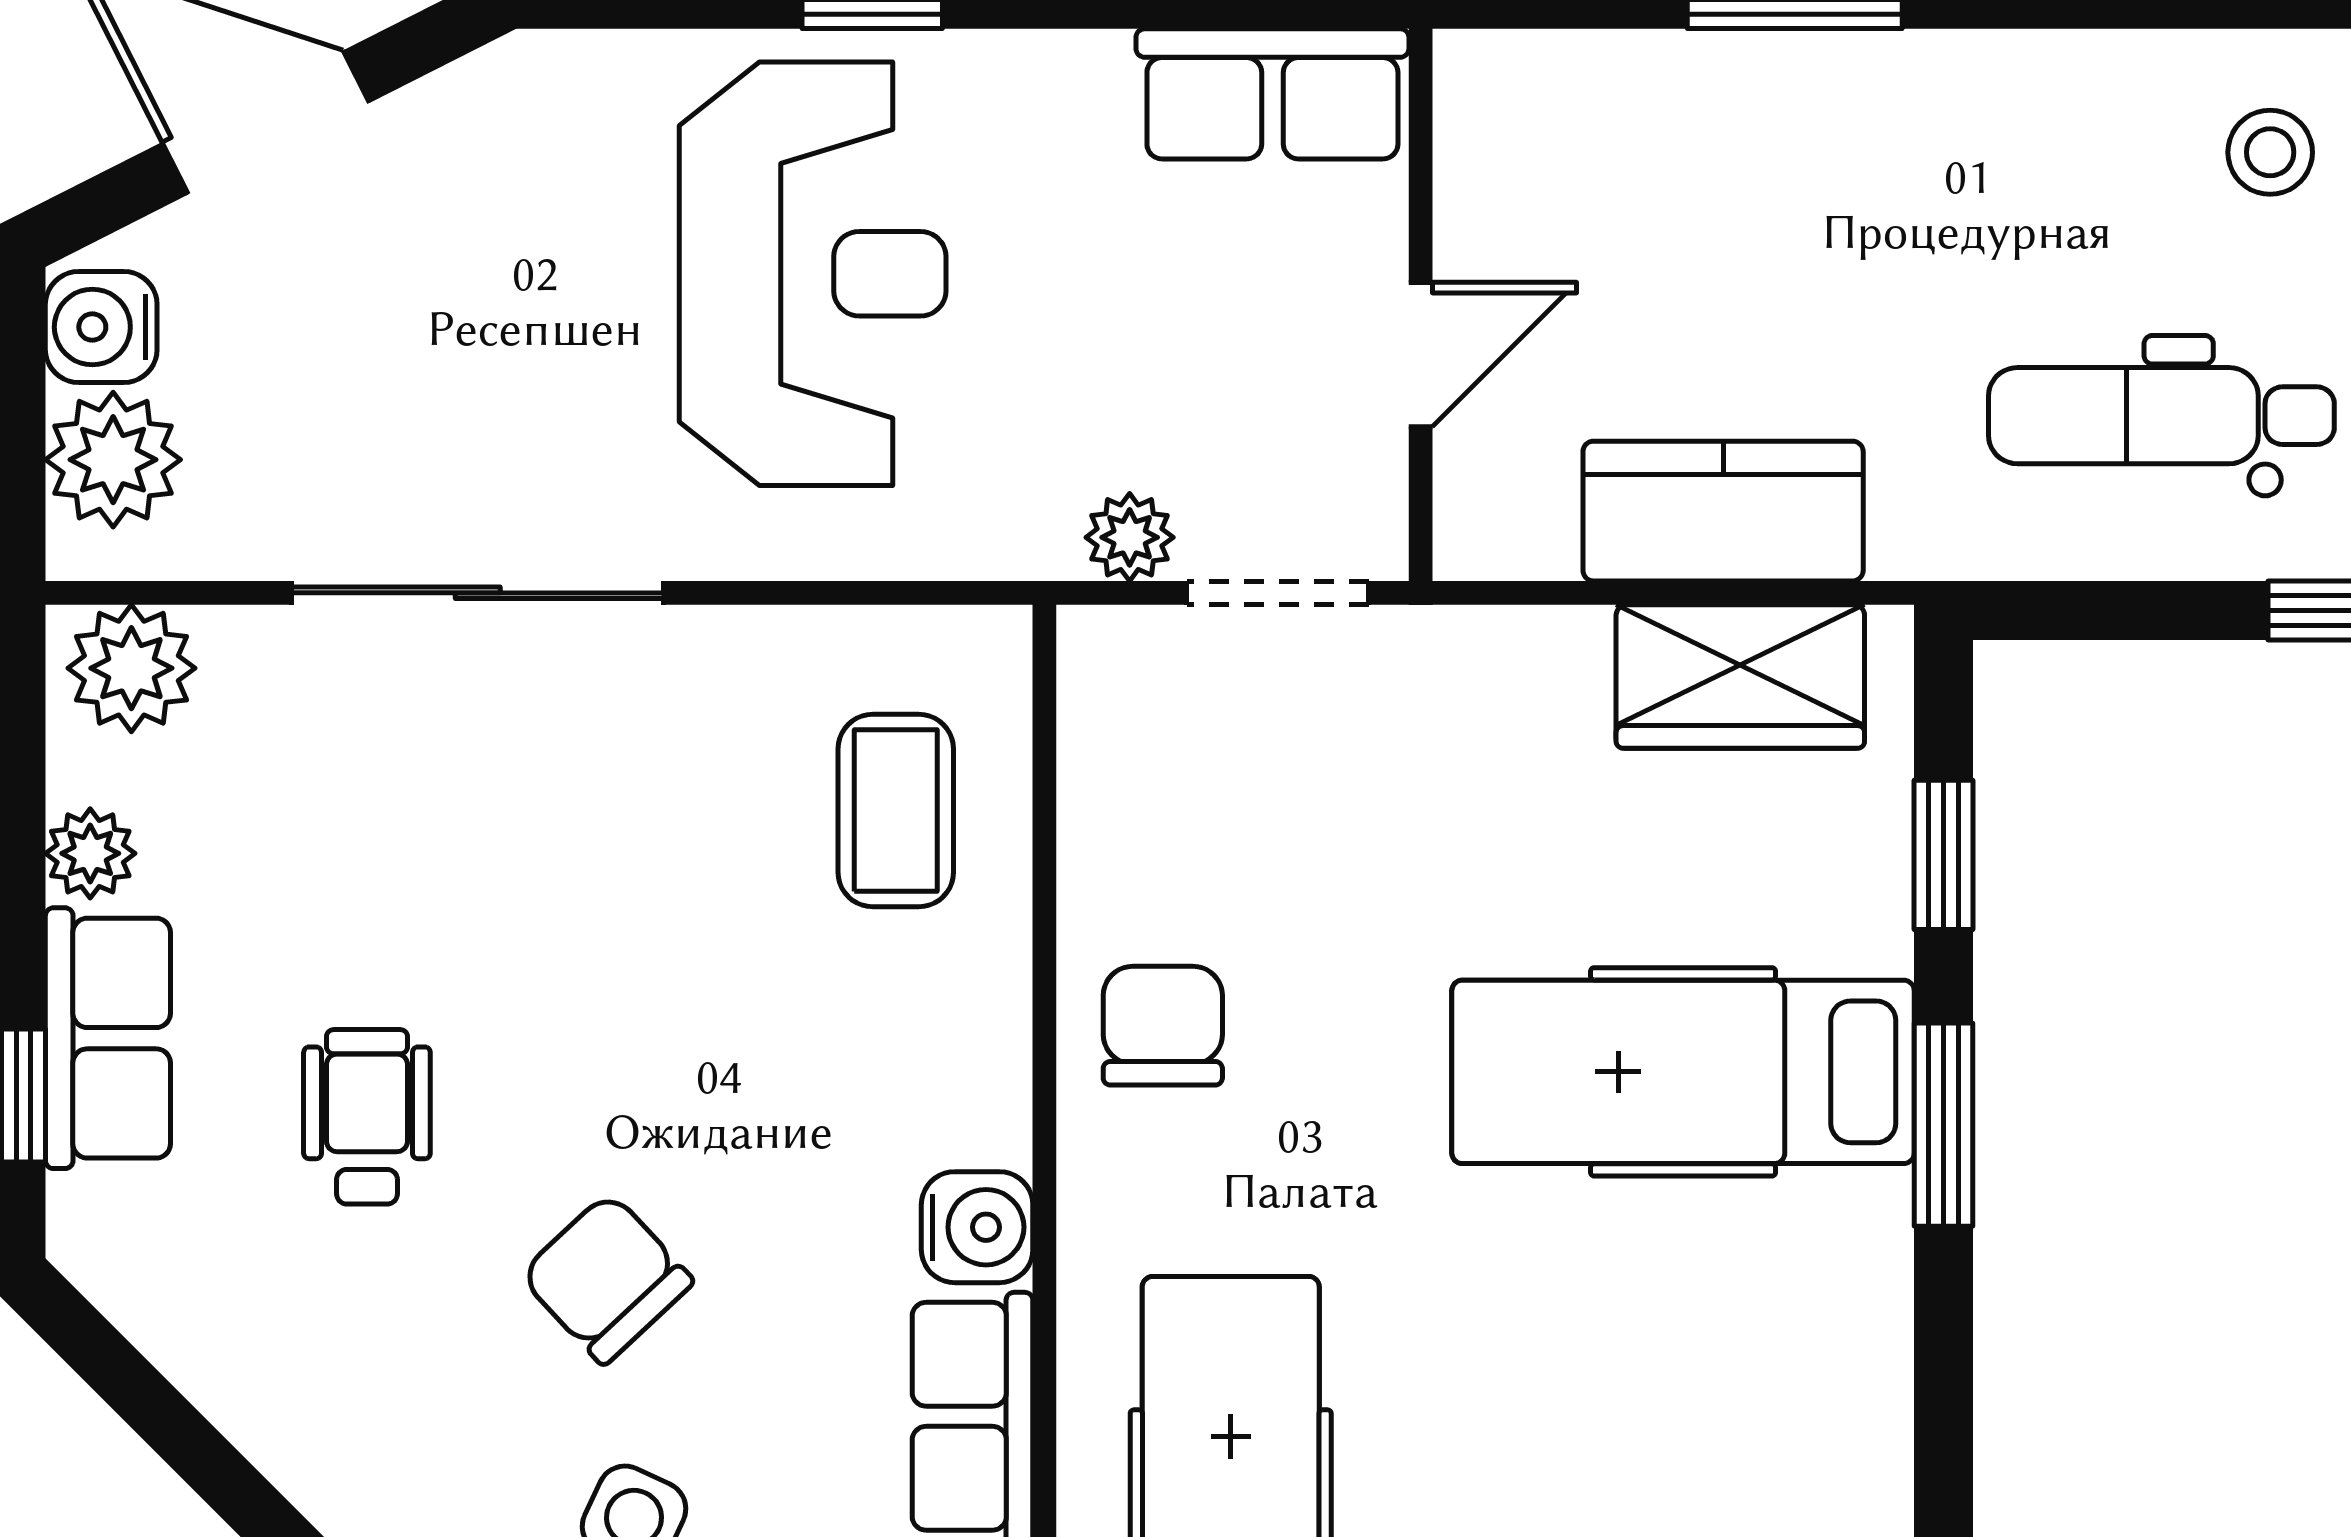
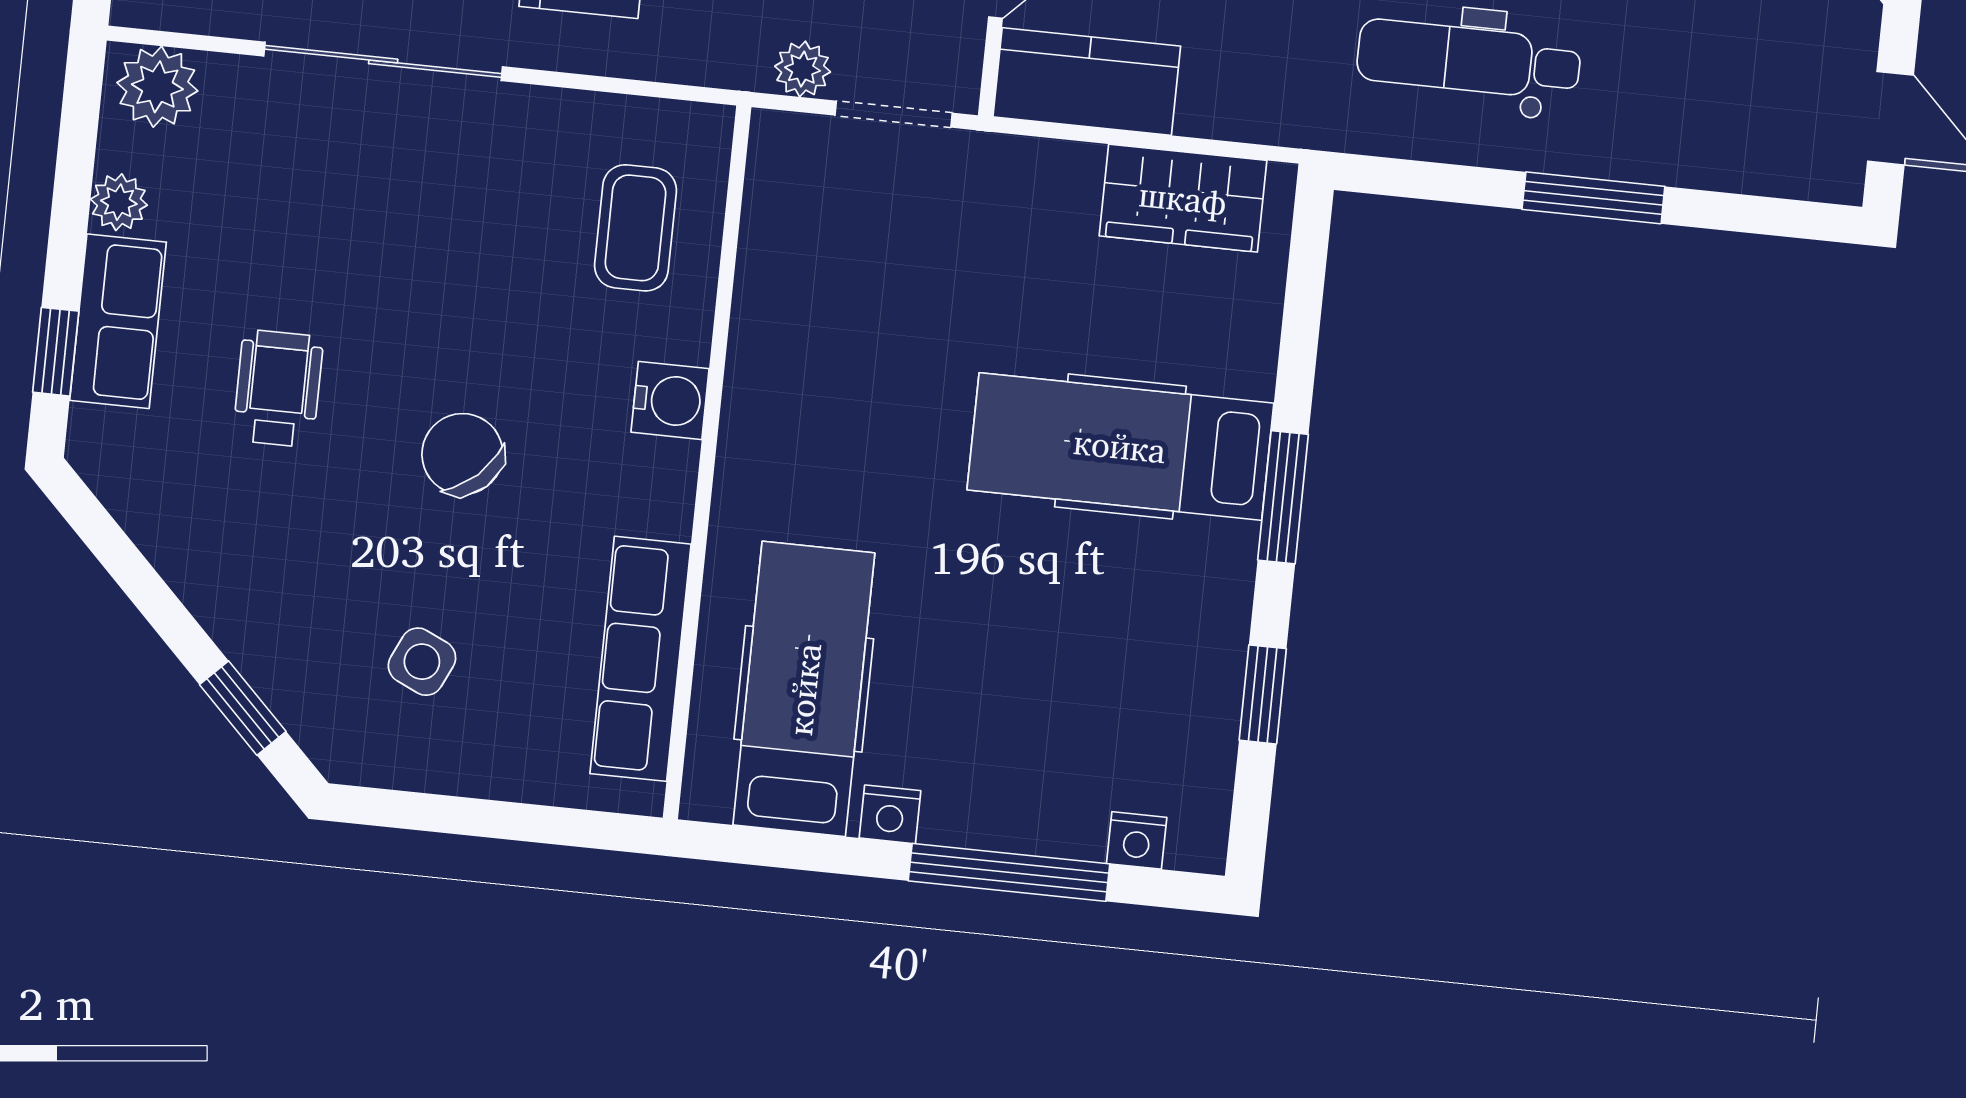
kitchen counter: (1723, 511) -> (1087, 81), moved
window: (1943, 855) -> (1263, 694), moved
chair: (1163, 1026) -> (792, 383), removed
water cooler: (977, 1227) -> (670, 400), moved
chair: (606, 1278) -> (462, 454), moved

